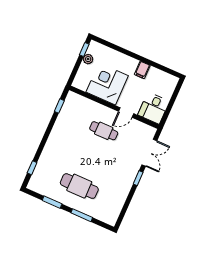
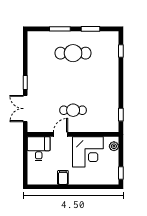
plant: (88, 59) -> (114, 146), moved

